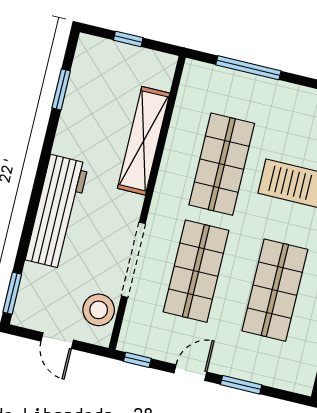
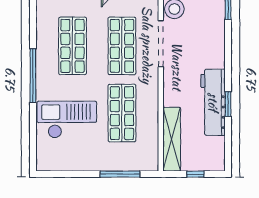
window: (61, 89) -> (228, 104), moved
shelving: (144, 141) -> (172, 139), moved
workbench: (57, 212) -> (213, 102), moved

